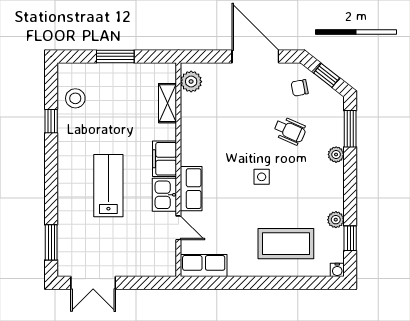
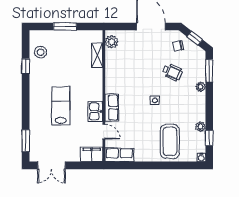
filing cabinet: (164, 159) -> (92, 154), moved, turned 90
coffee table: (286, 244) -> (170, 141), turned 90

